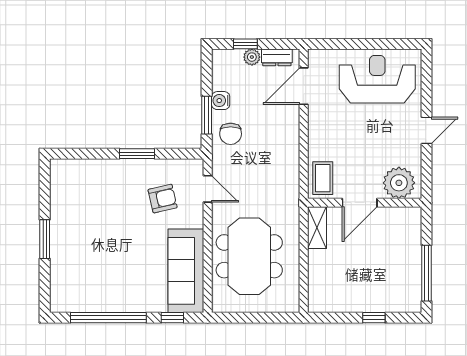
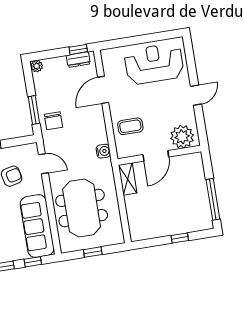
window: (245, 44) -> (78, 49), moved
plant: (252, 57) -> (37, 66), moved
door: (304, 86) -> (103, 90), moved
water cooler: (221, 101) -> (103, 151), moved, turned 180
coffee table: (323, 178) -> (130, 126), moved, turned 90
window: (255, 318) -> (93, 252), added

